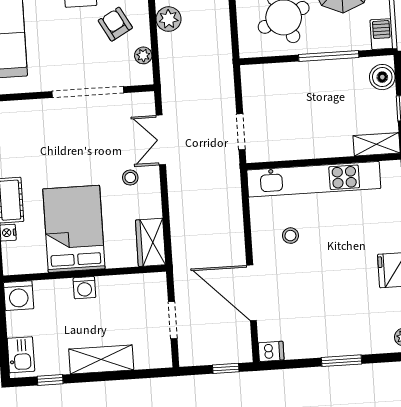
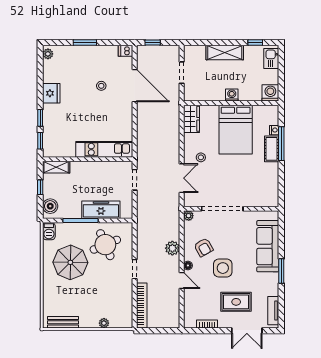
plant: (143, 55) -> (189, 216), moved
freezer: (295, 77) -> (101, 210), added
kitchen unit: (314, 179) -> (104, 149), width x0.73
stool: (290, 236) -> (101, 86), moved

